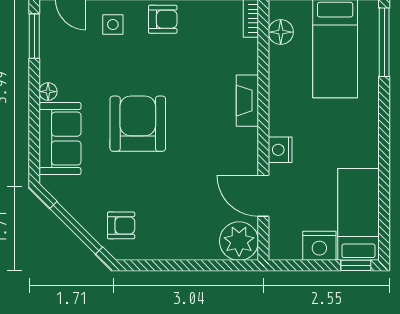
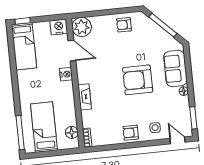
armchair: (138, 124) -> (138, 80), turned 90
armchair: (121, 225) -> (124, 25), moved
nightstand: (319, 246) -> (59, 27), moved

